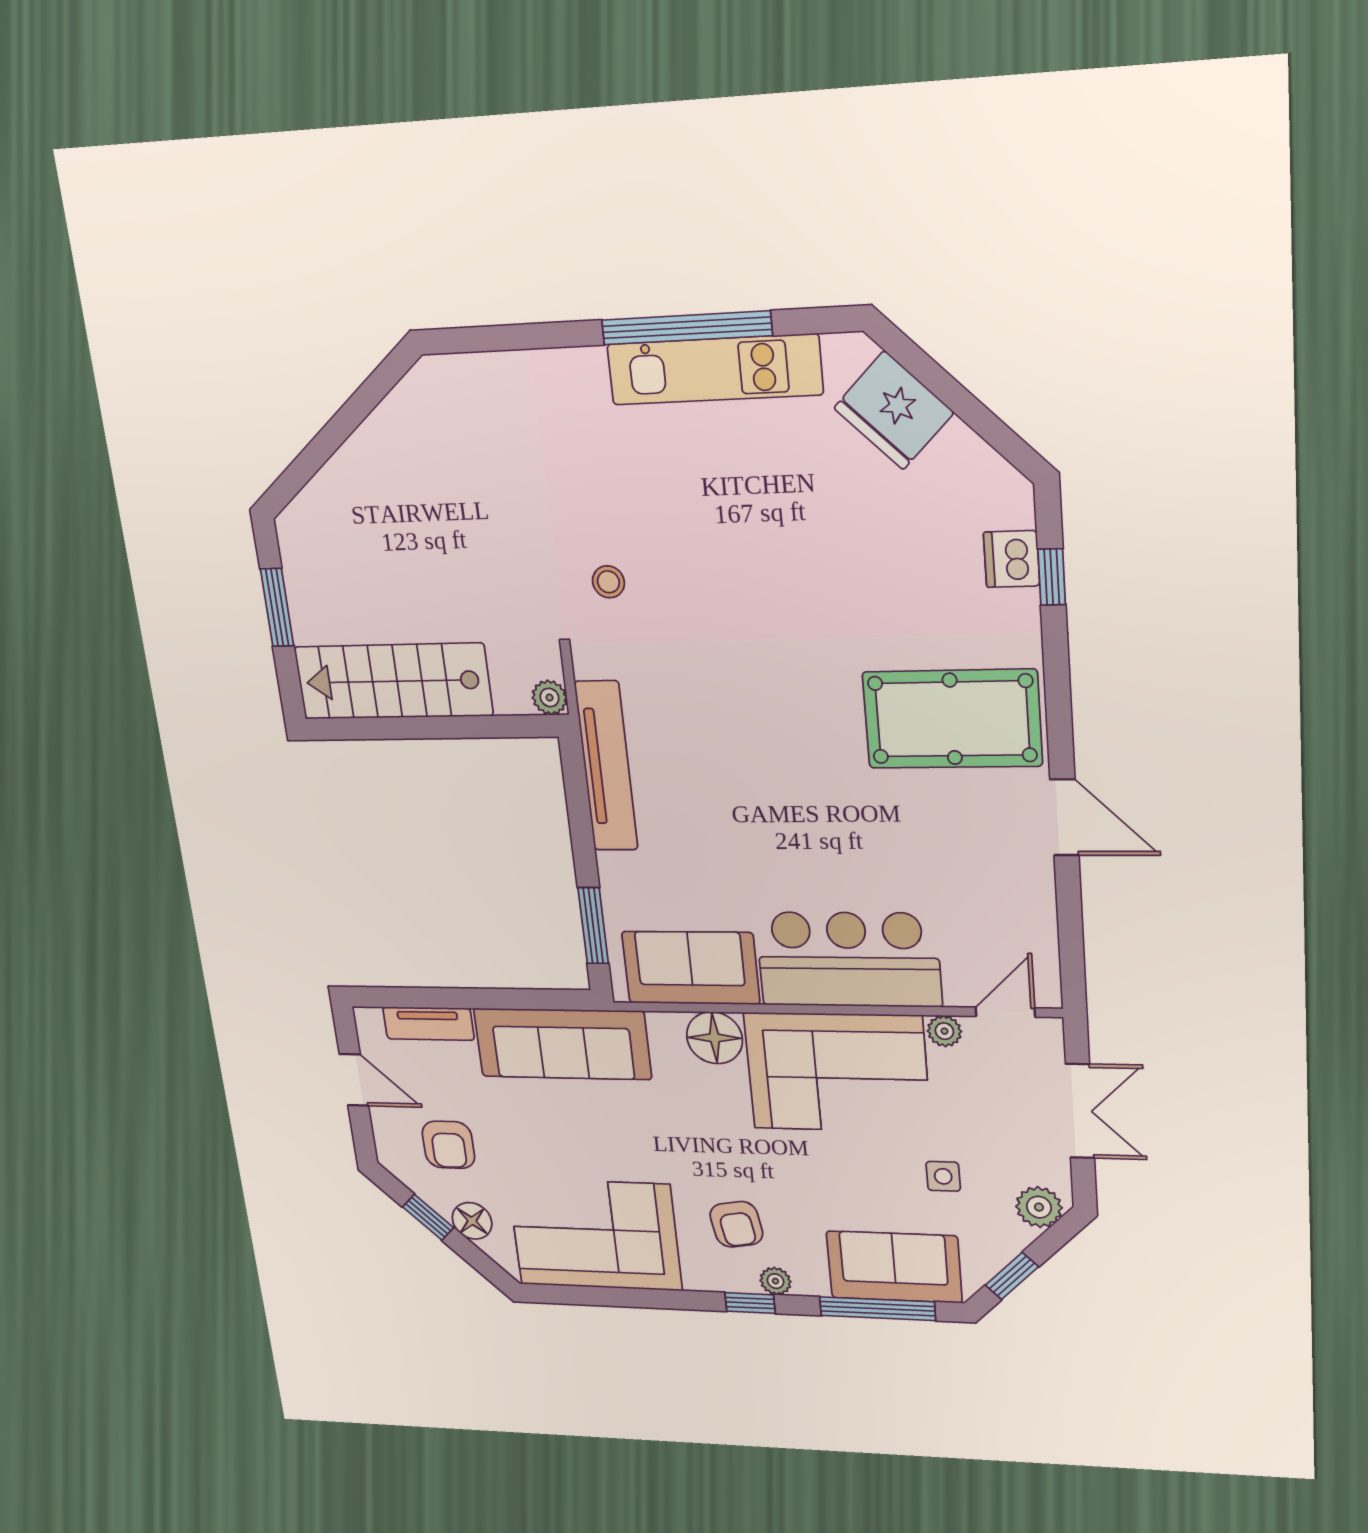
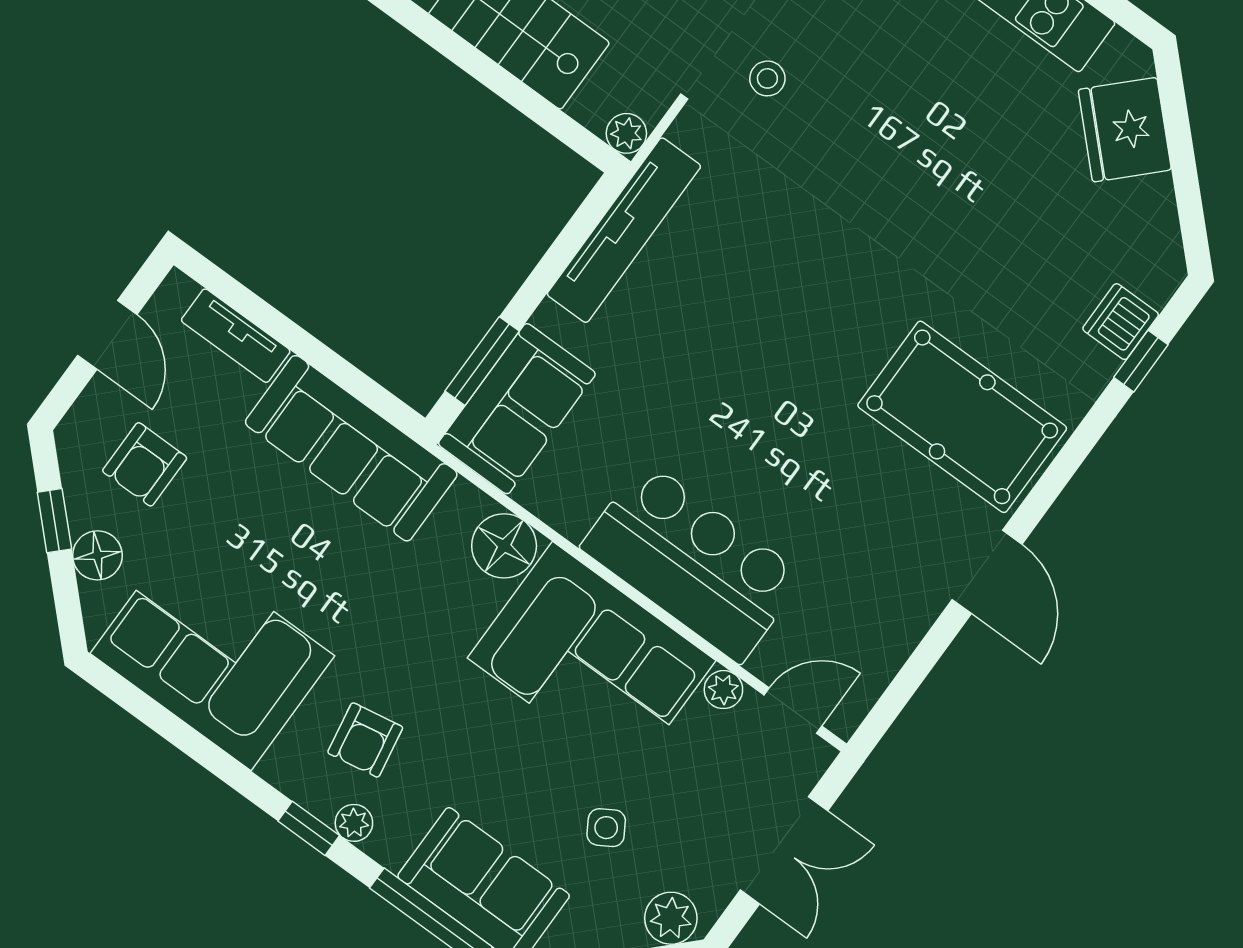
sofa: (691, 968) -> (517, 409), moved, turned 90
side table: (943, 1176) -> (606, 828), turned -31

